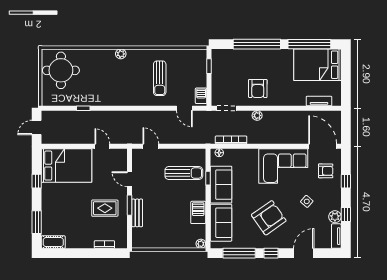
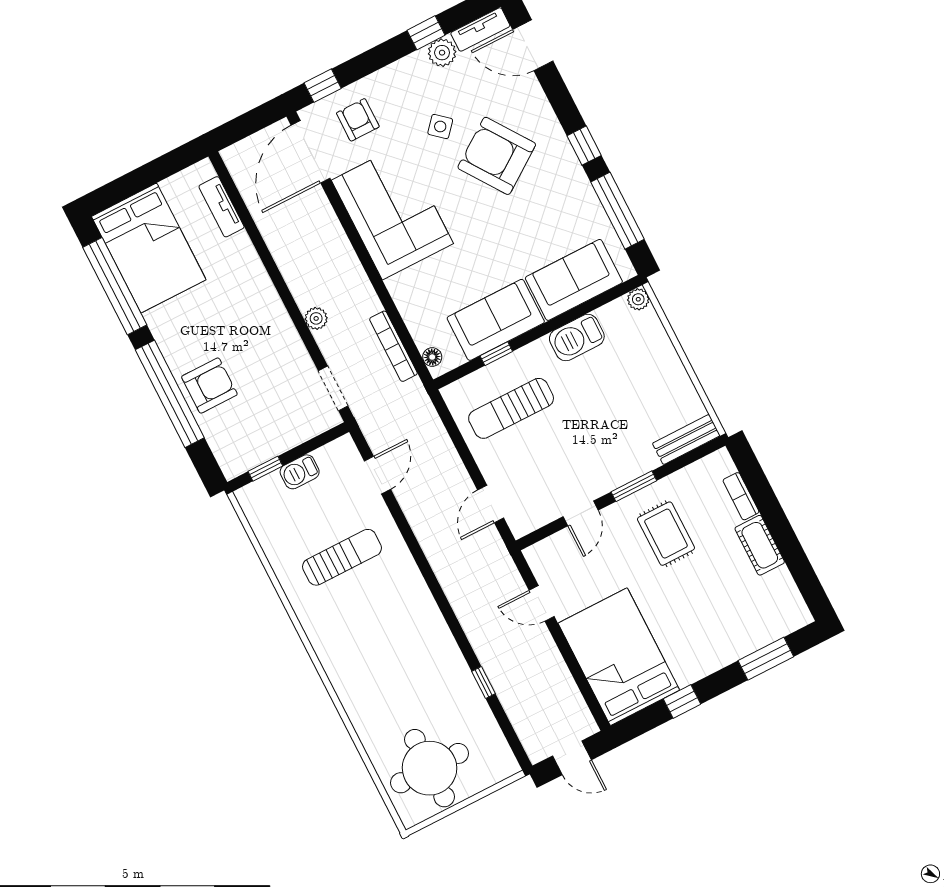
plant: (121, 54) -> (333, 663), removed
armchair: (258, 88) -> (209, 386), moved
barbecue: (201, 96) -> (300, 472), moved
door: (102, 146) -> (542, 603), hinge flipped
sun lounger: (184, 173) -> (511, 408), turned -90
window: (346, 181) -> (323, 86), moved
bench: (137, 213) -> (686, 440), moved
armchair: (269, 218) -> (497, 156), moved
cot: (53, 242) -> (760, 545), moved
door: (304, 253) -> (533, 45), moved

